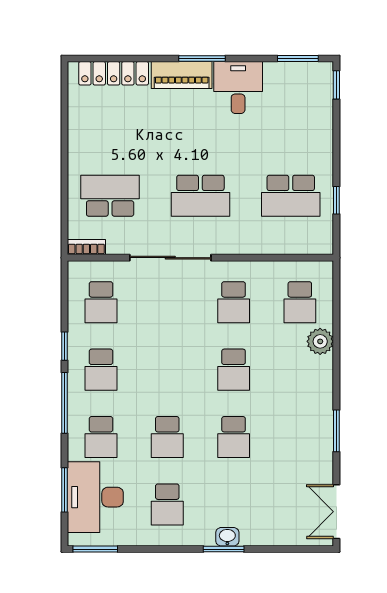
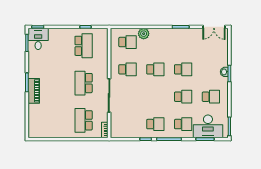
locker: (114, 73) -> (33, 119), removed
desk: (238, 88) -> (38, 39), moved, turned 90
school desk: (200, 196) -> (84, 83), turned 180
school desk: (101, 302) -> (127, 124), removed

